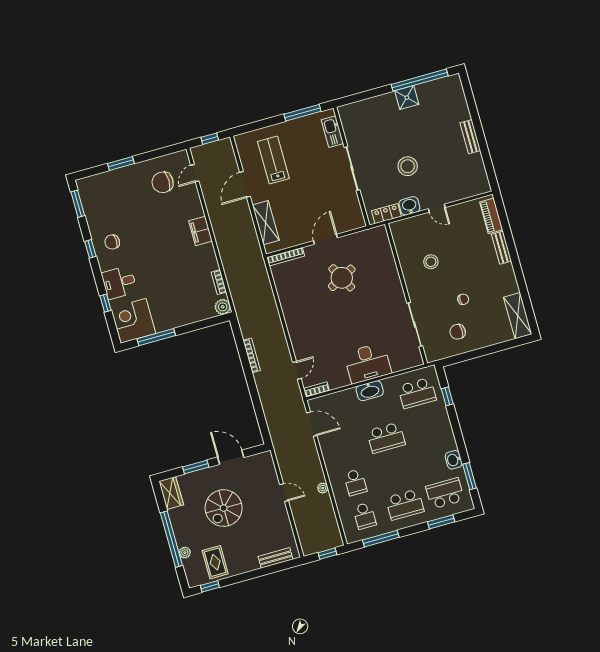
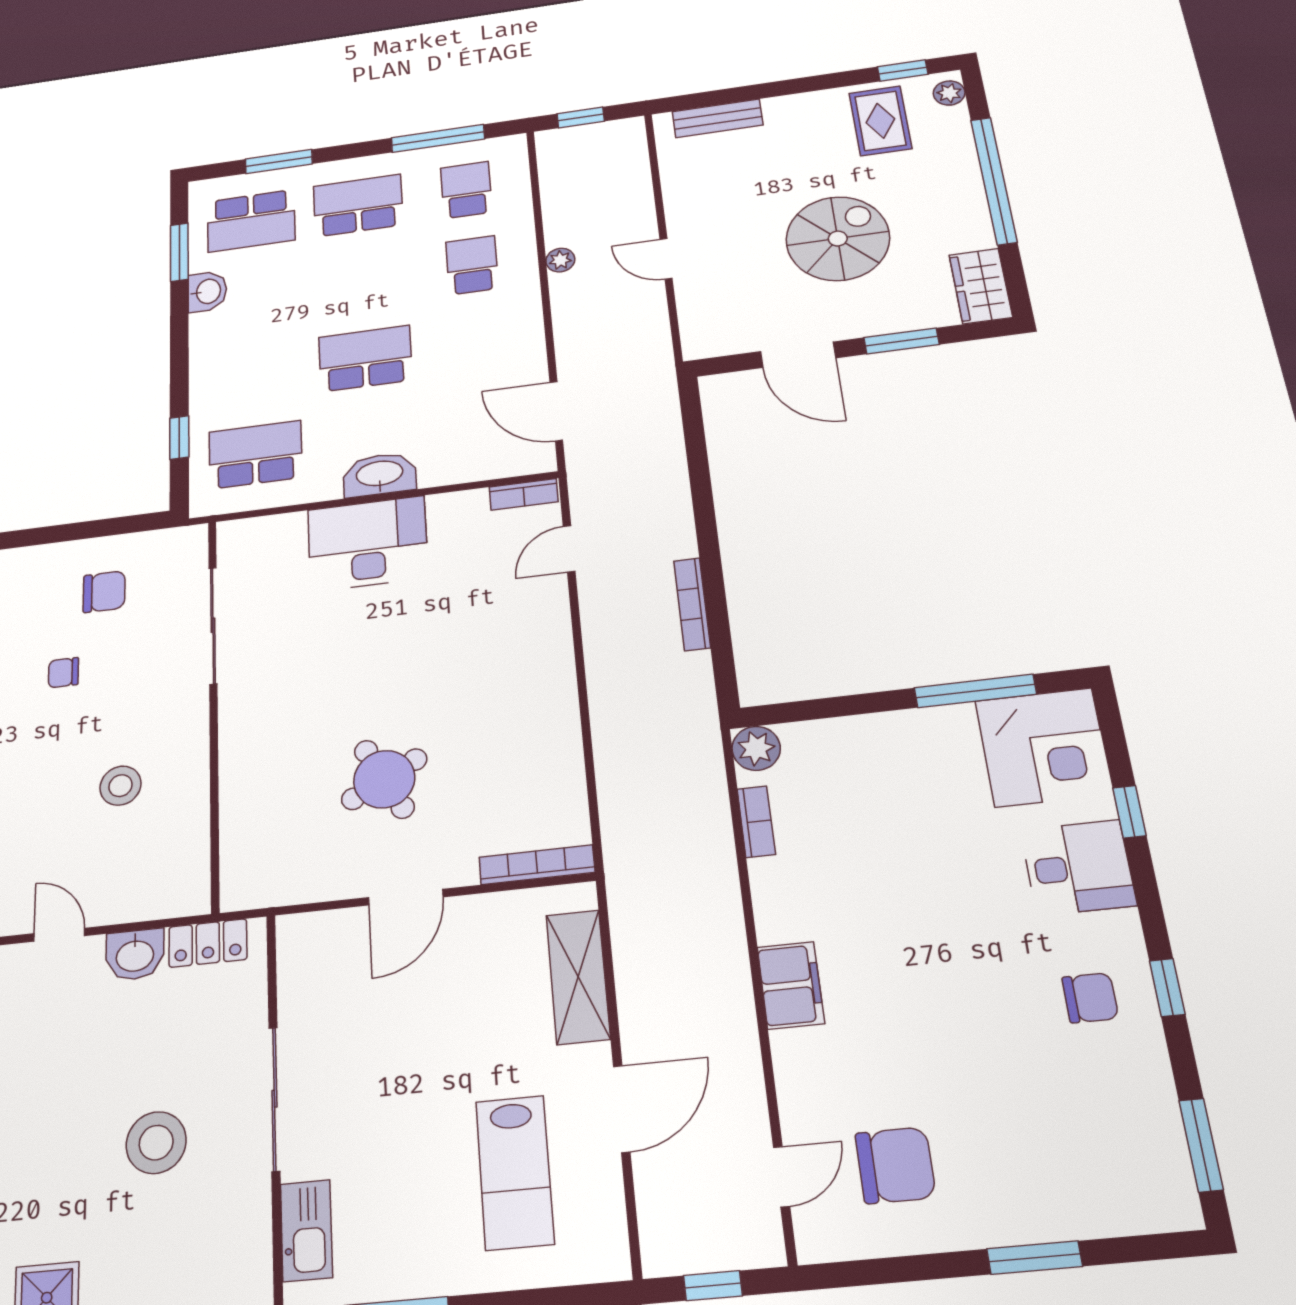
stool: (408, 166) -> (156, 1143), moved
plant: (185, 553) -> (949, 93), moved

